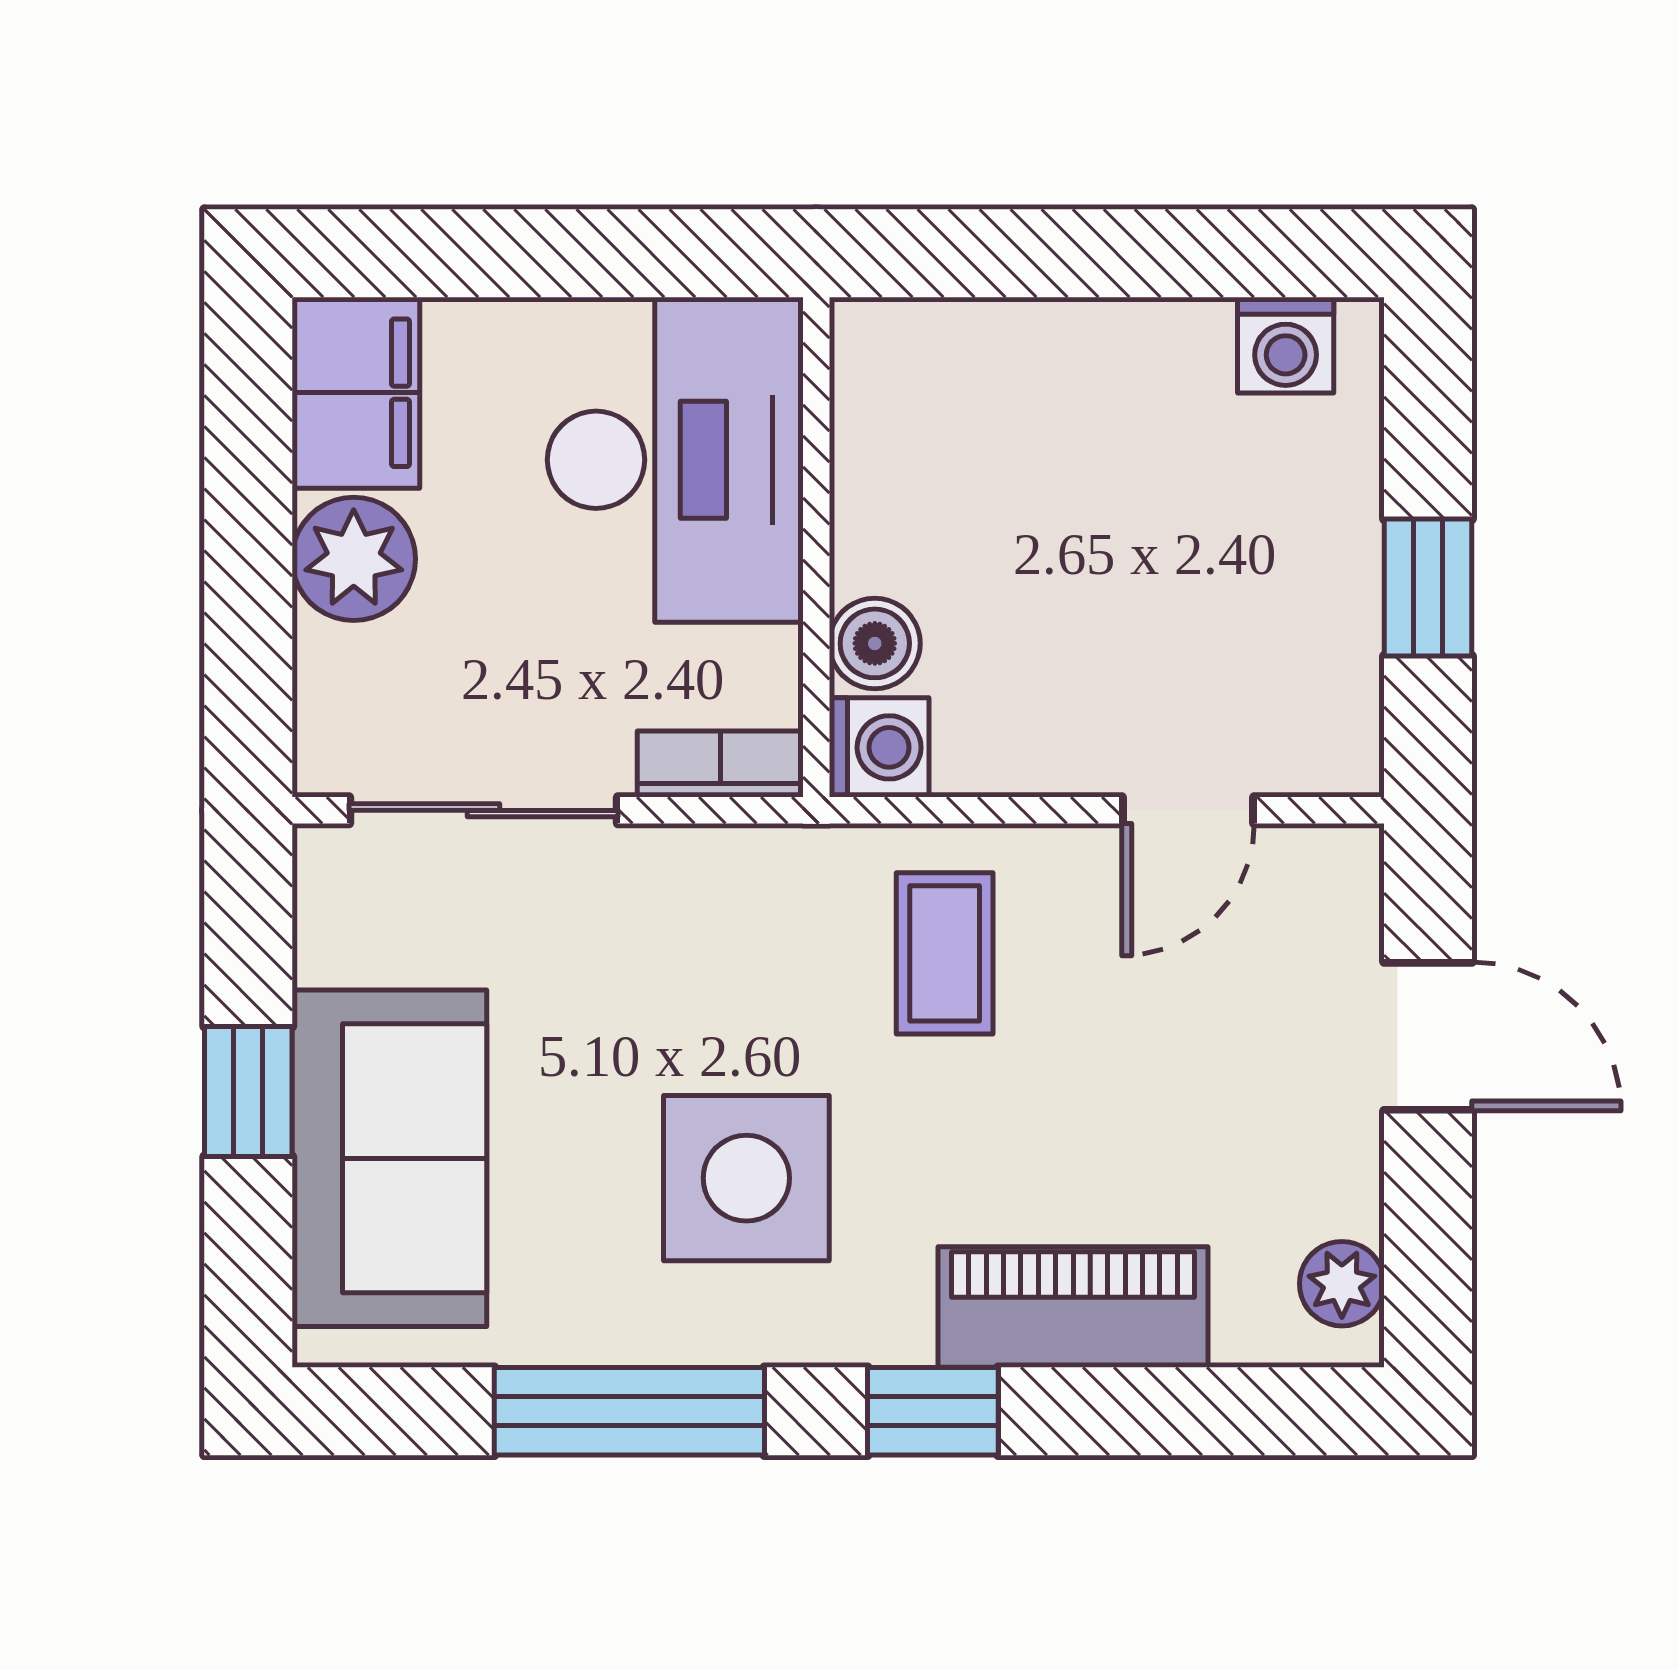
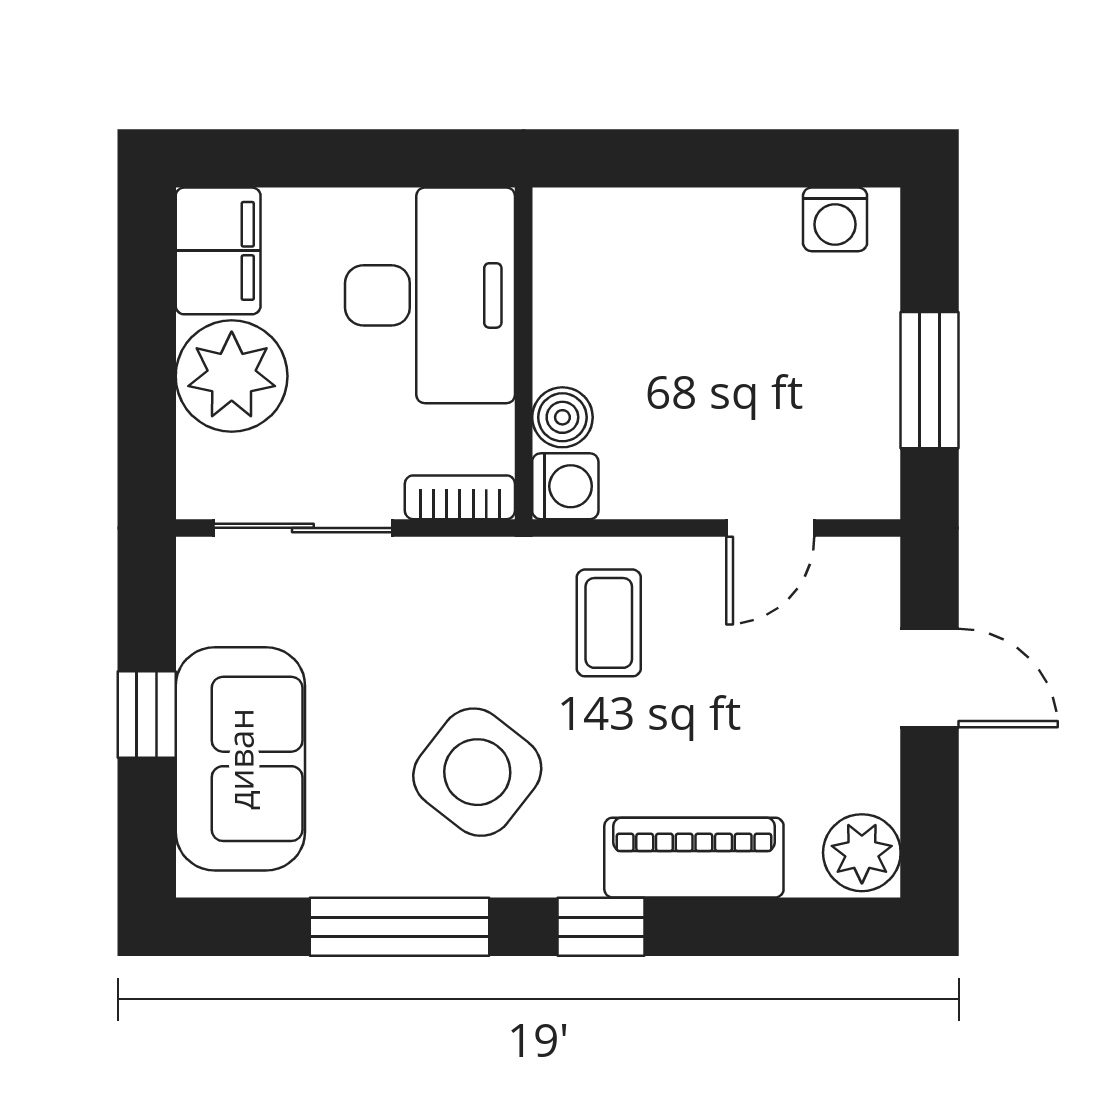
plant: (354, 559) -> (232, 376), width x1.36, depth x1.36
window: (1428, 587) -> (930, 380), width x1.50
side table: (746, 1178) -> (477, 772), turned 38
plant: (1342, 1284) -> (862, 853), width x1.38, depth x1.38

